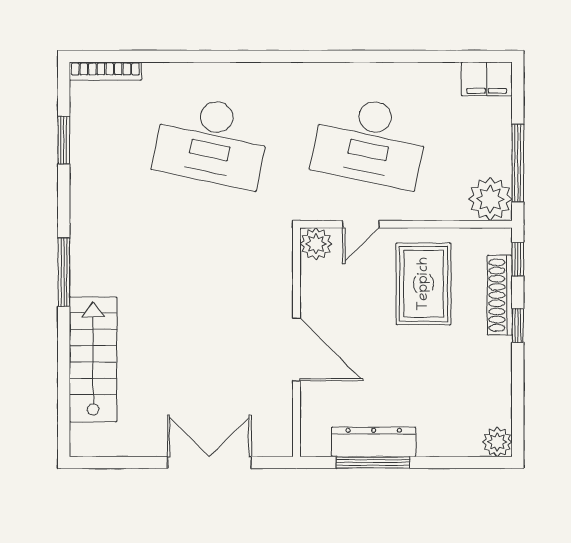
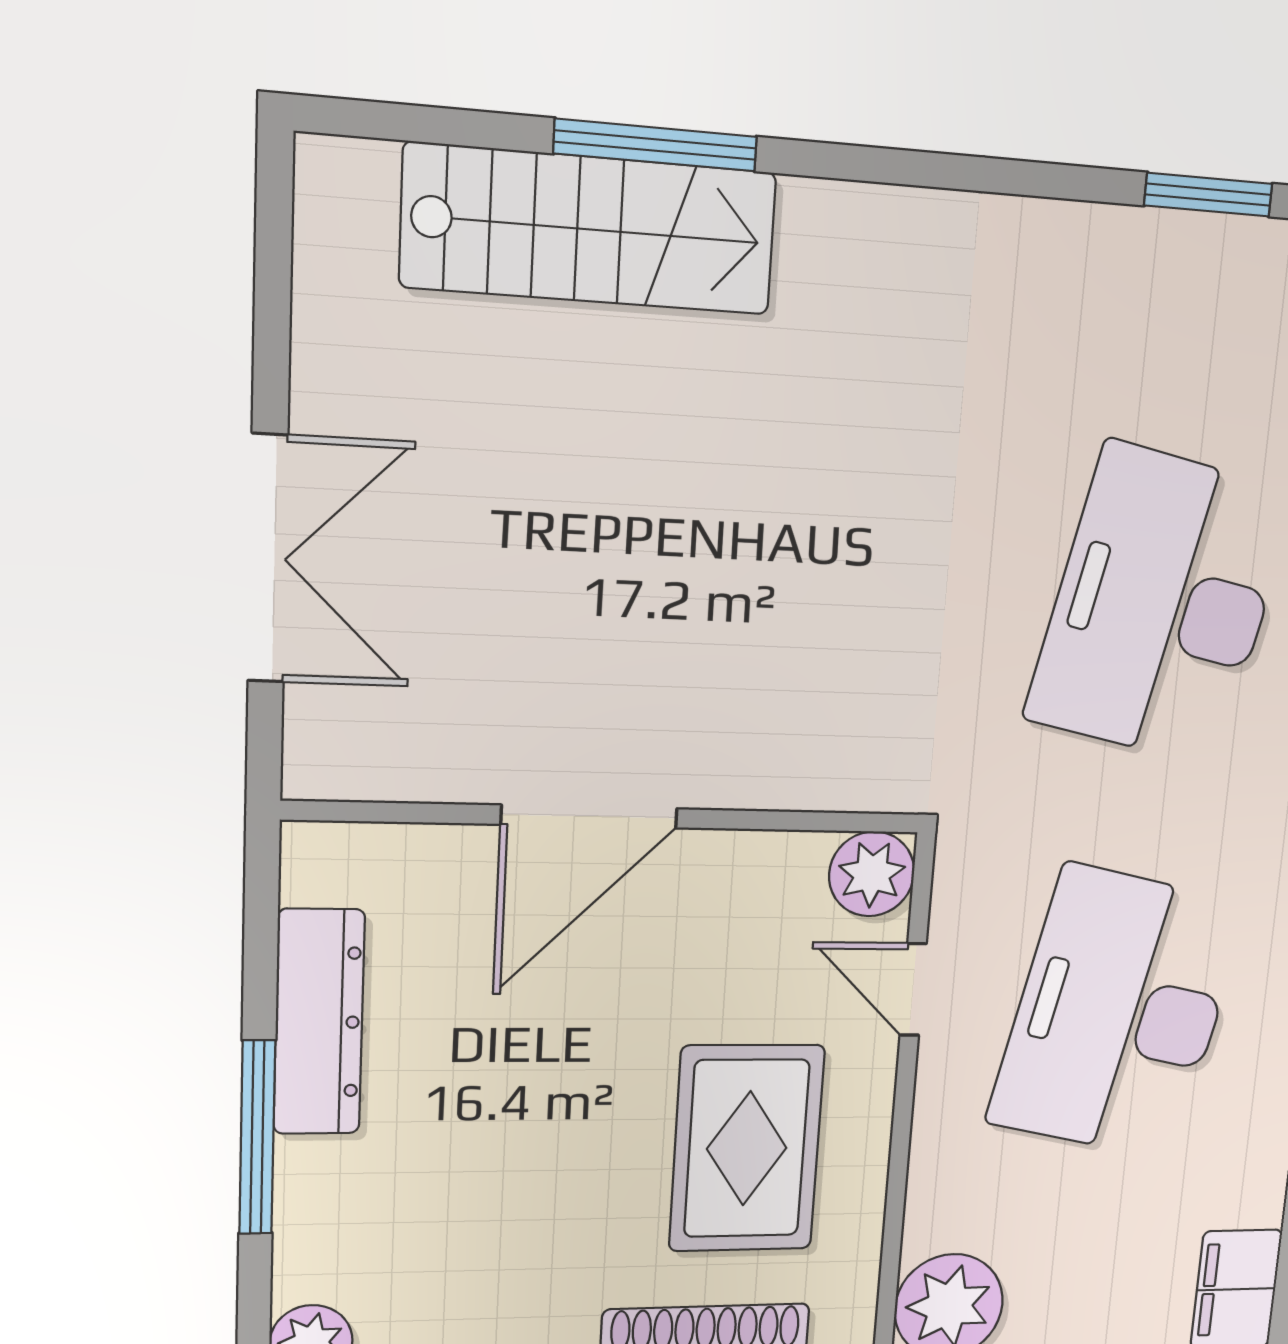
window: (64, 272) -> (656, 145), moved
rug: (424, 284) -> (747, 1148), turned 90
window: (373, 462) -> (257, 1138), moved

